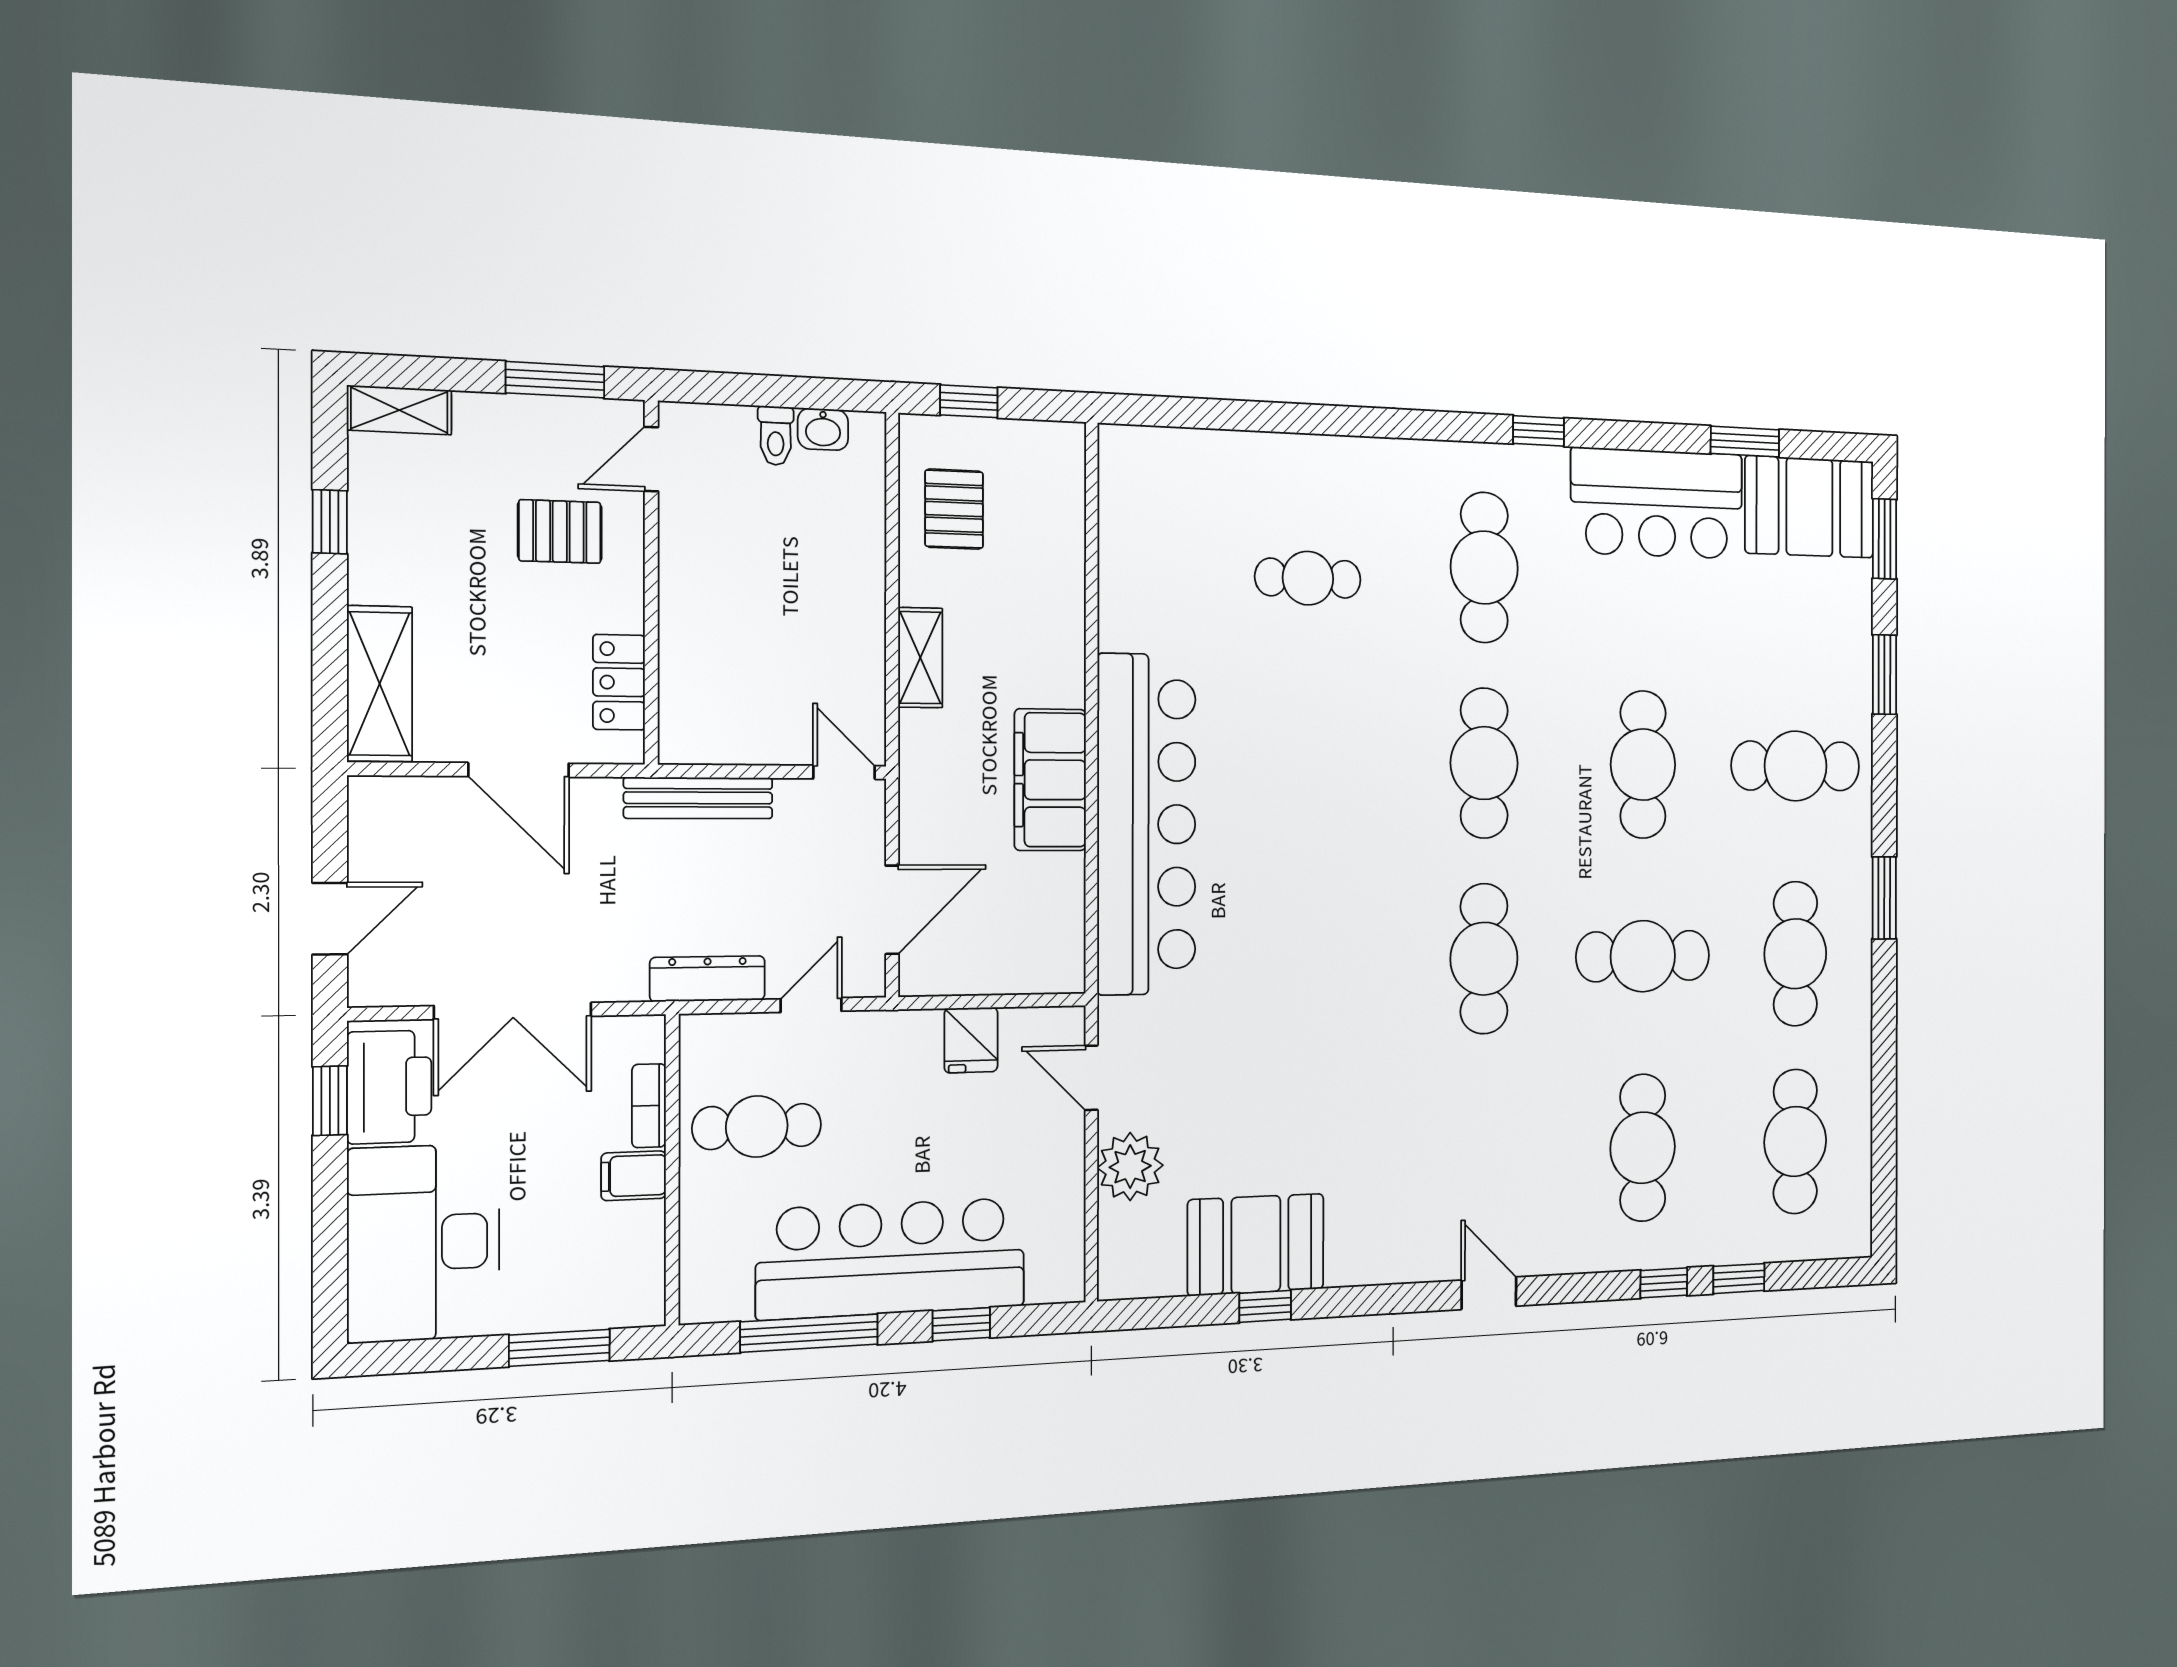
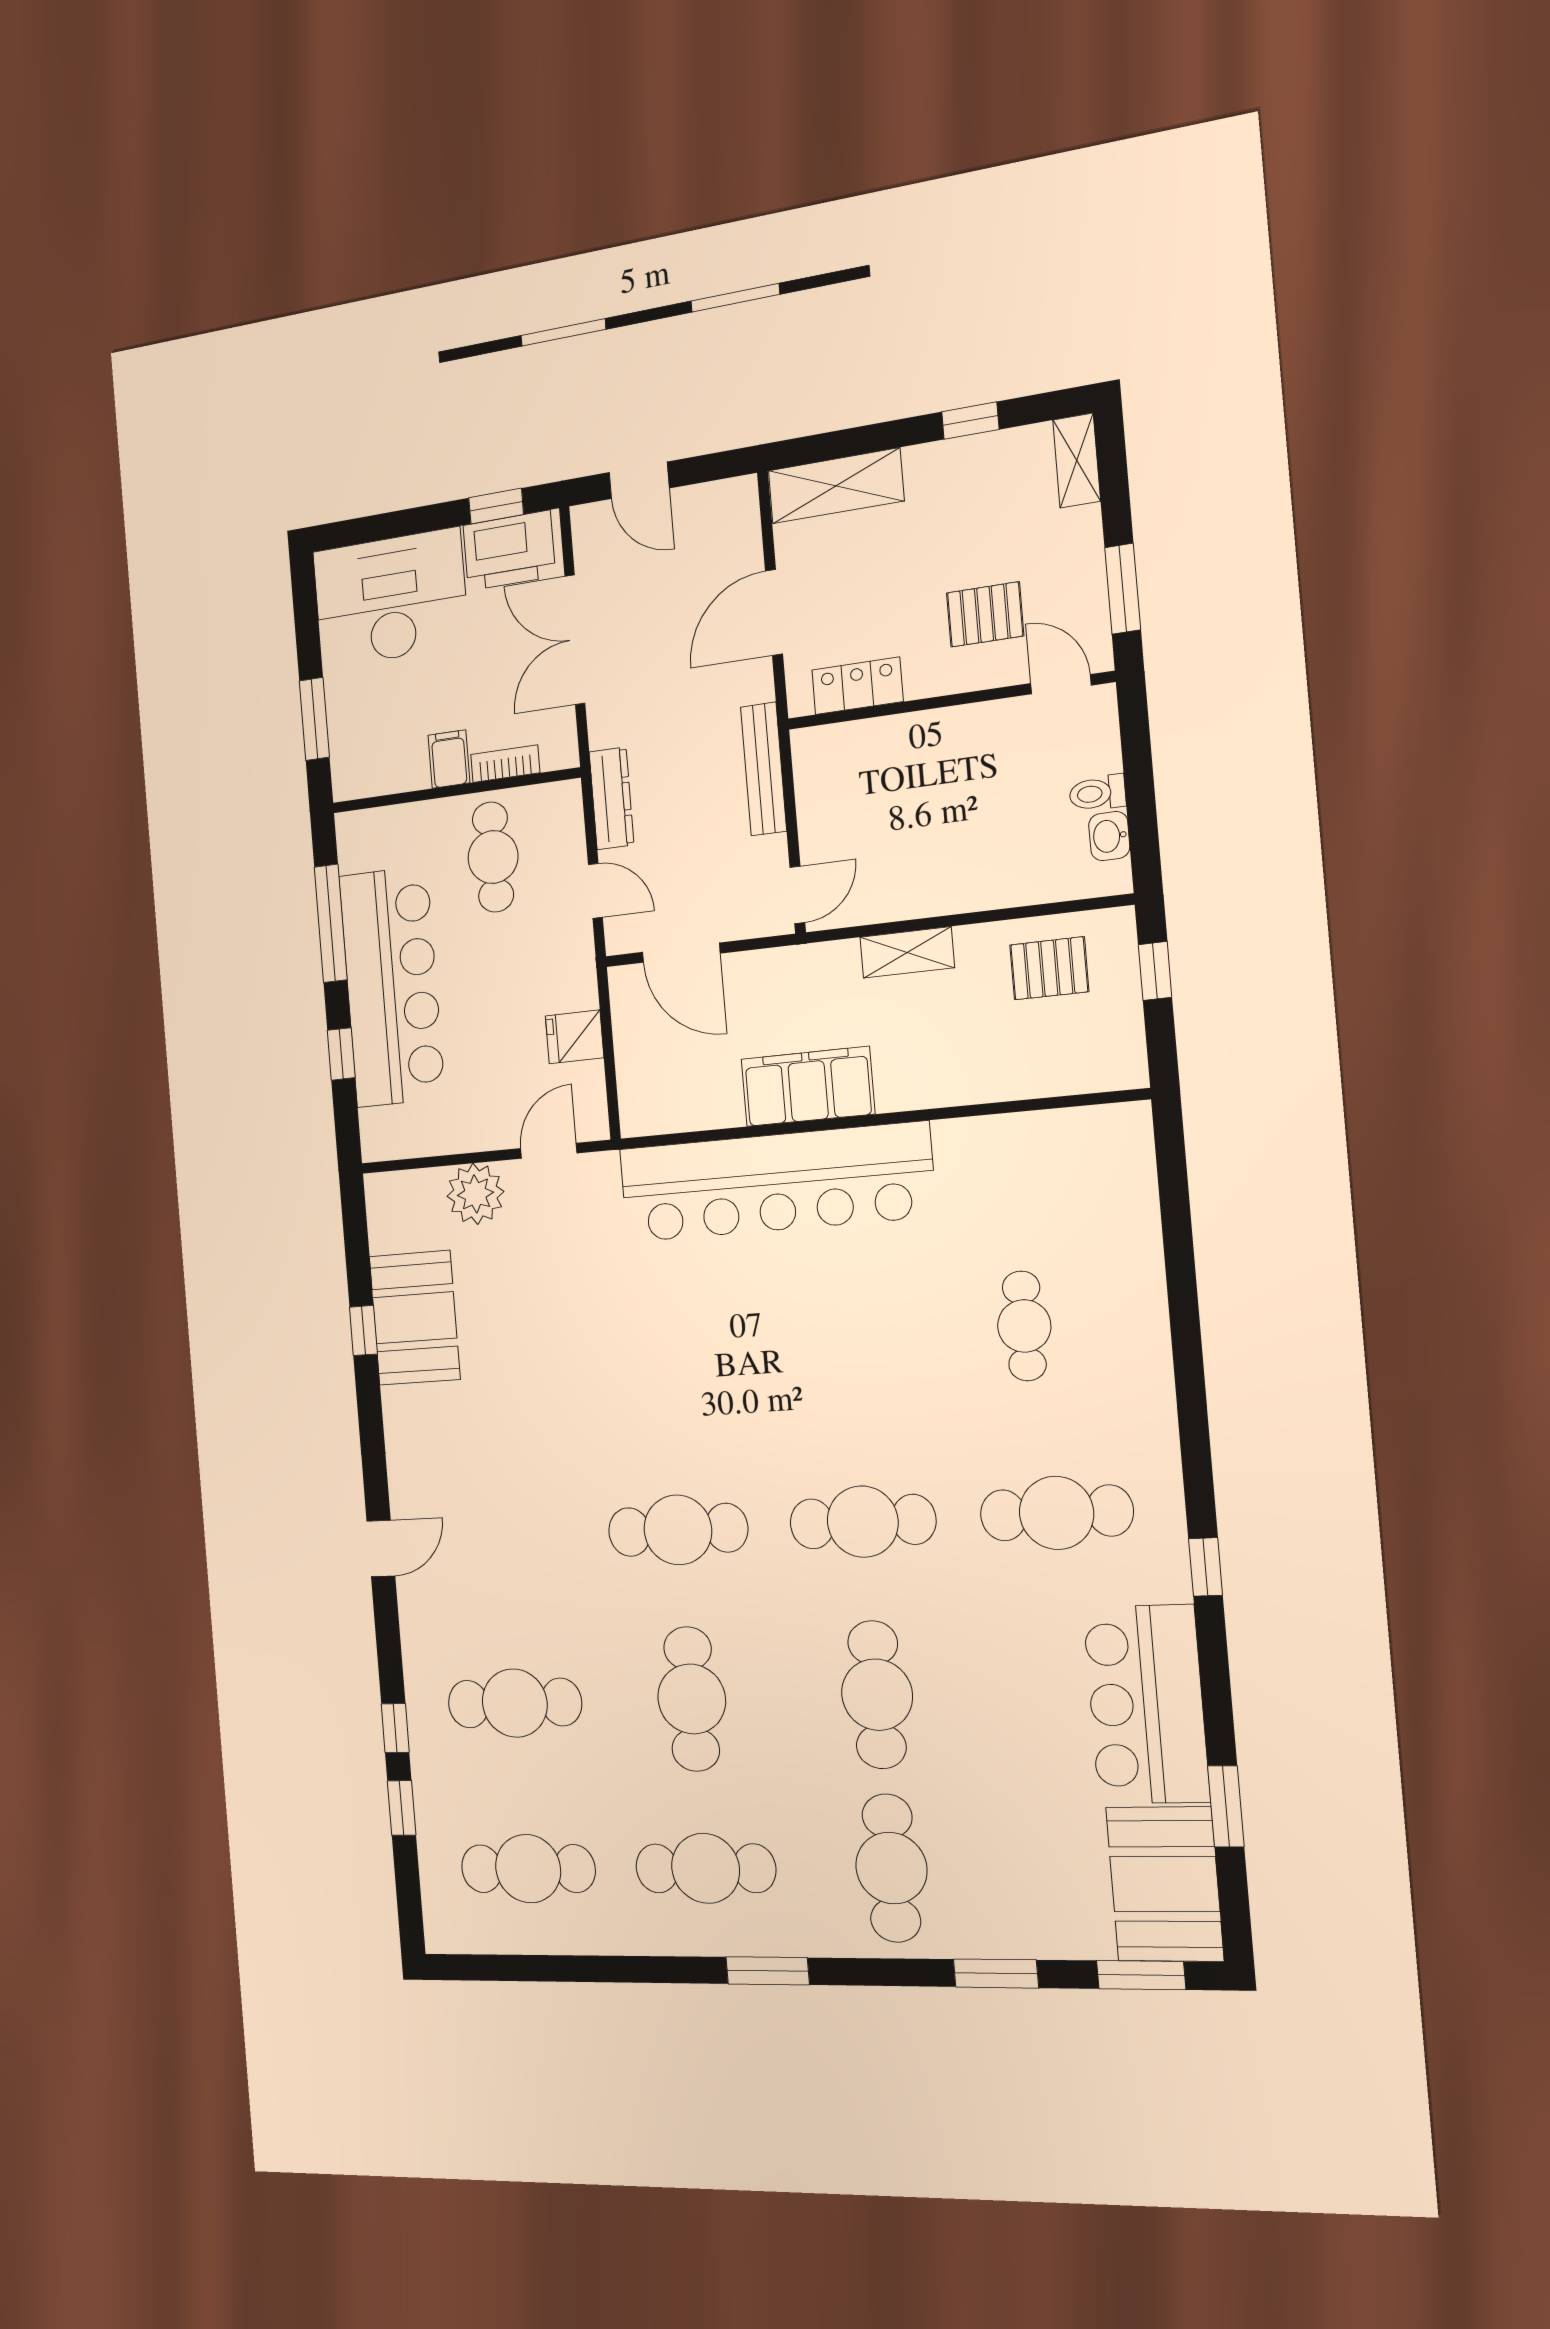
pallet: (560, 532) -> (985, 614), turned 90
cafe table: (1643, 765) -> (877, 1695), turned 90

